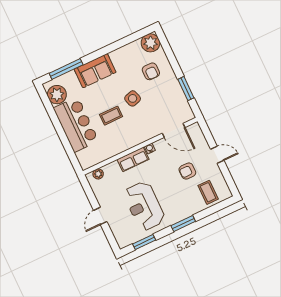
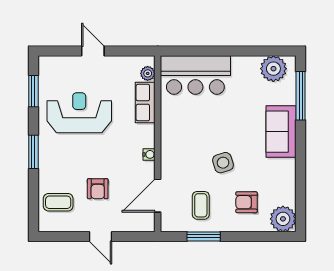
coffee table: (111, 116) -> (201, 205), moved
bar counter: (76, 124) -> (195, 75), moved
door: (217, 155) -> (100, 236), hinge flipped
row of seats: (133, 159) -> (145, 103), moved
armchair: (187, 171) -> (98, 189), turned 180

